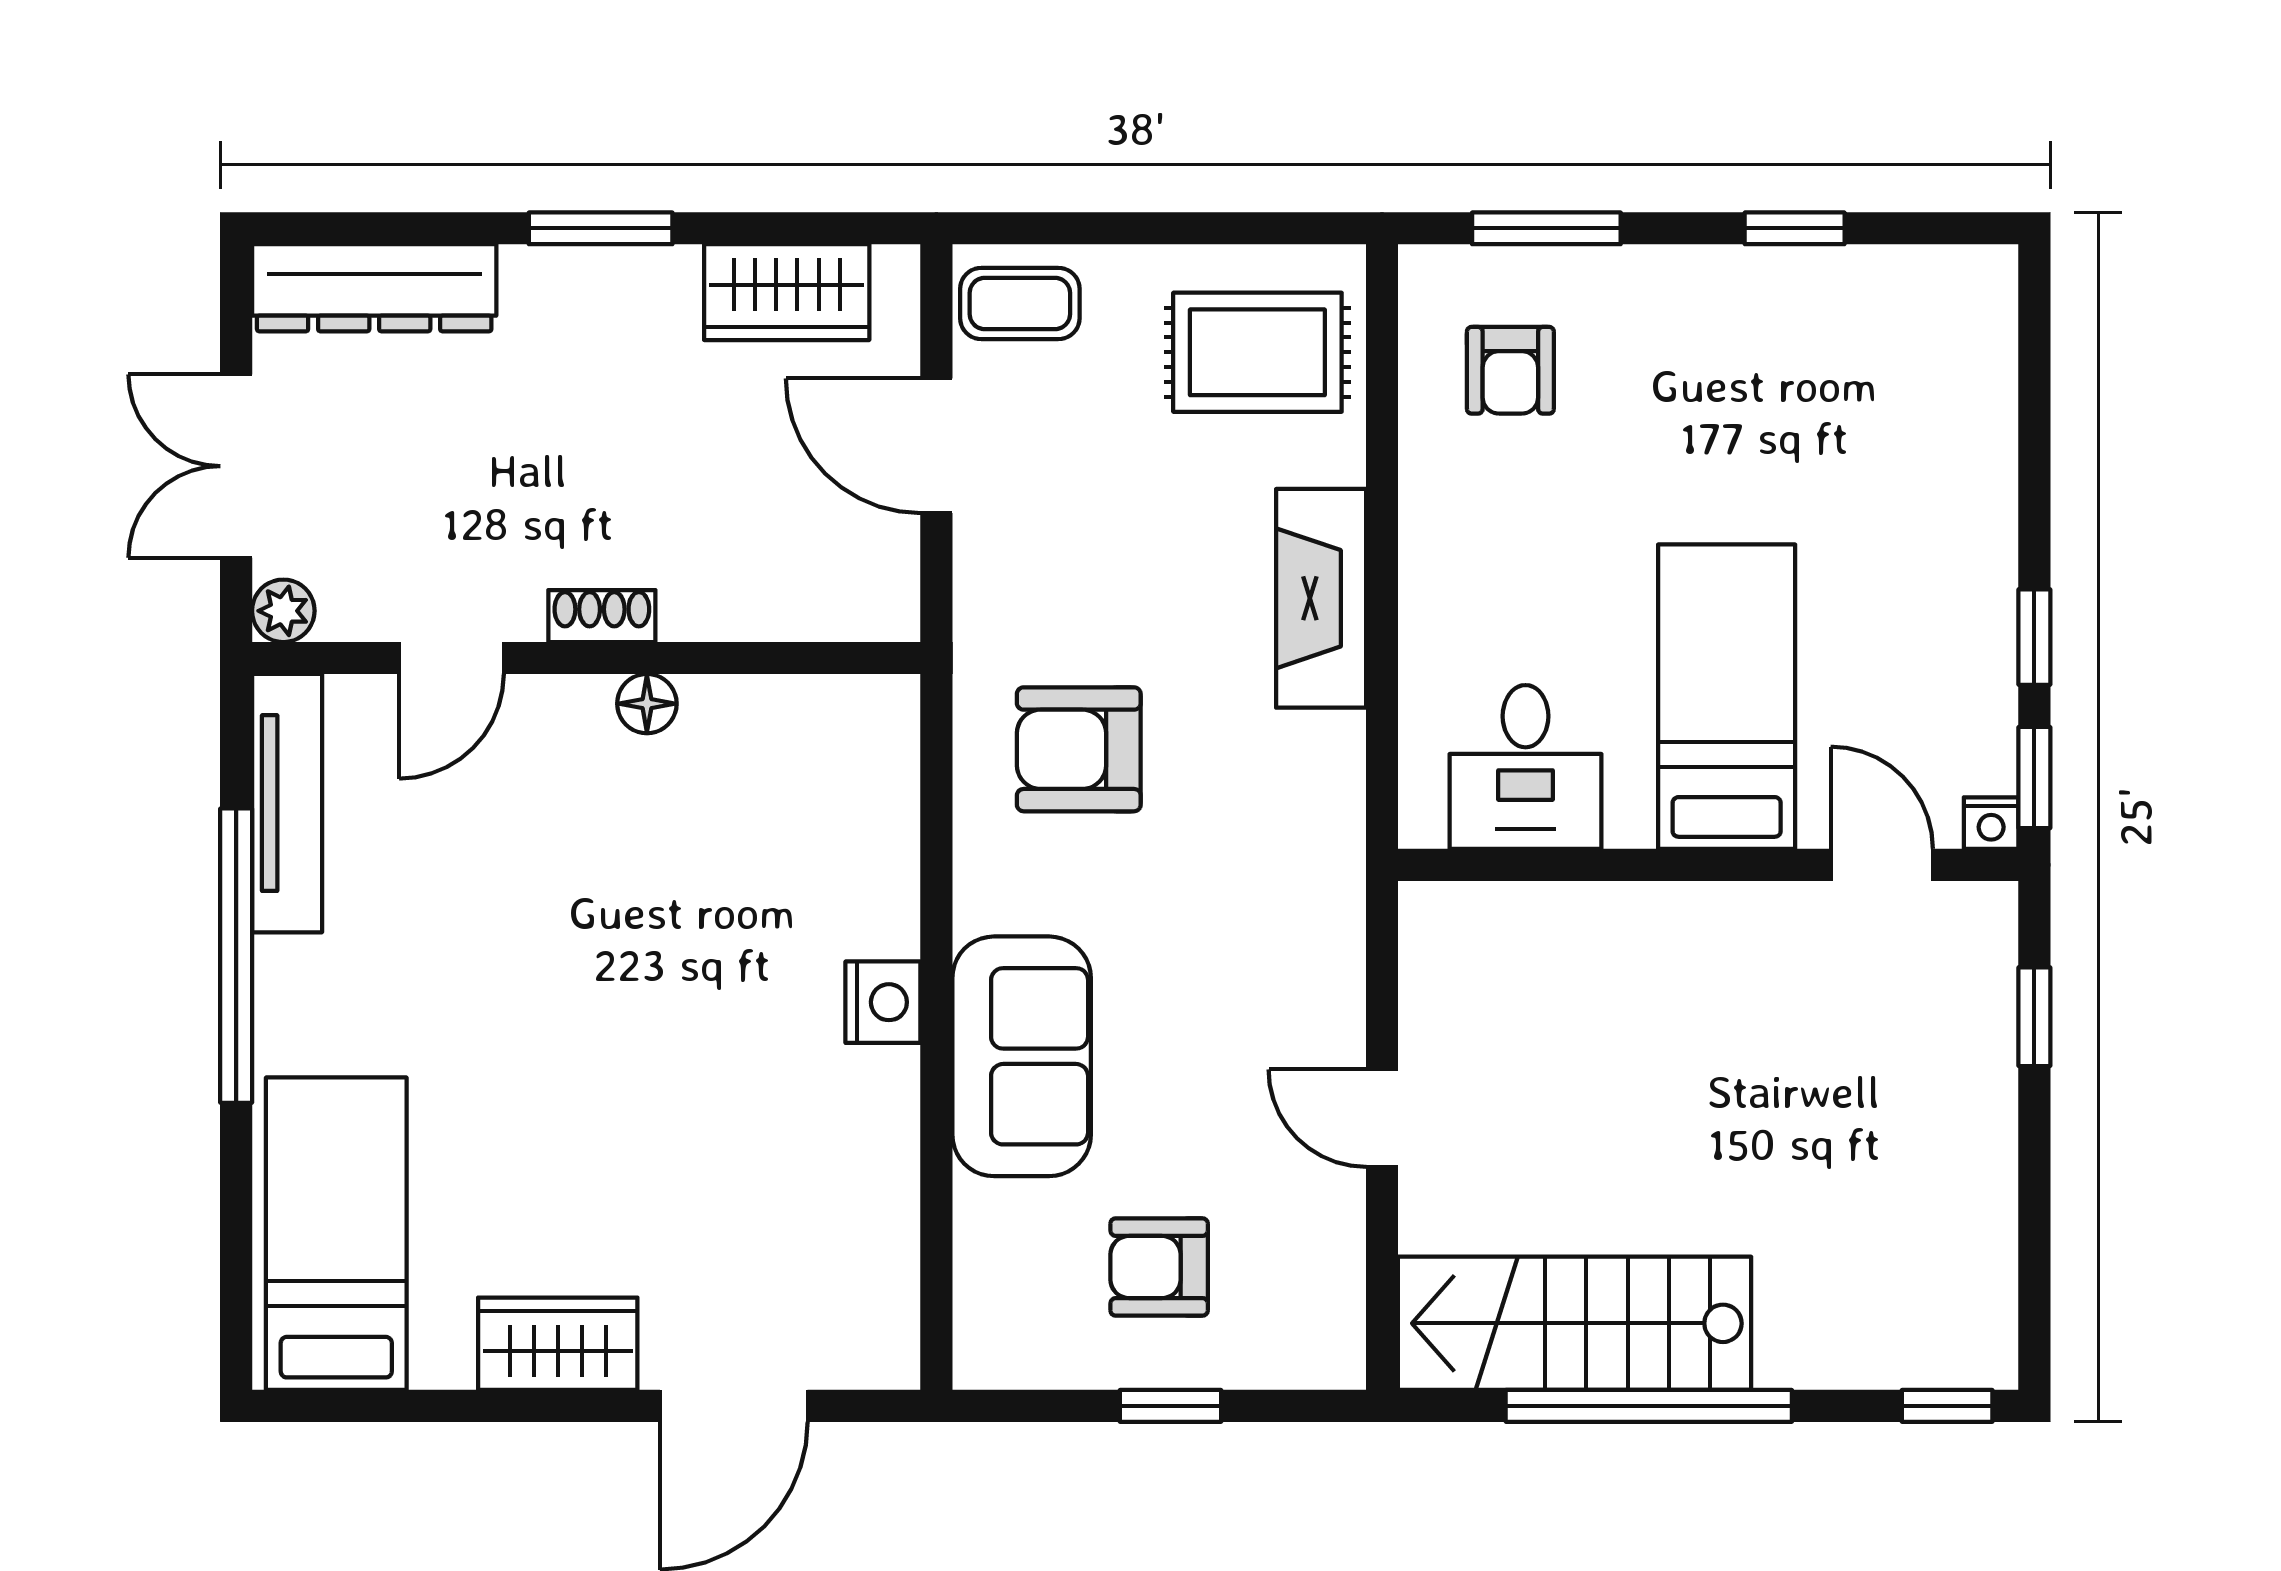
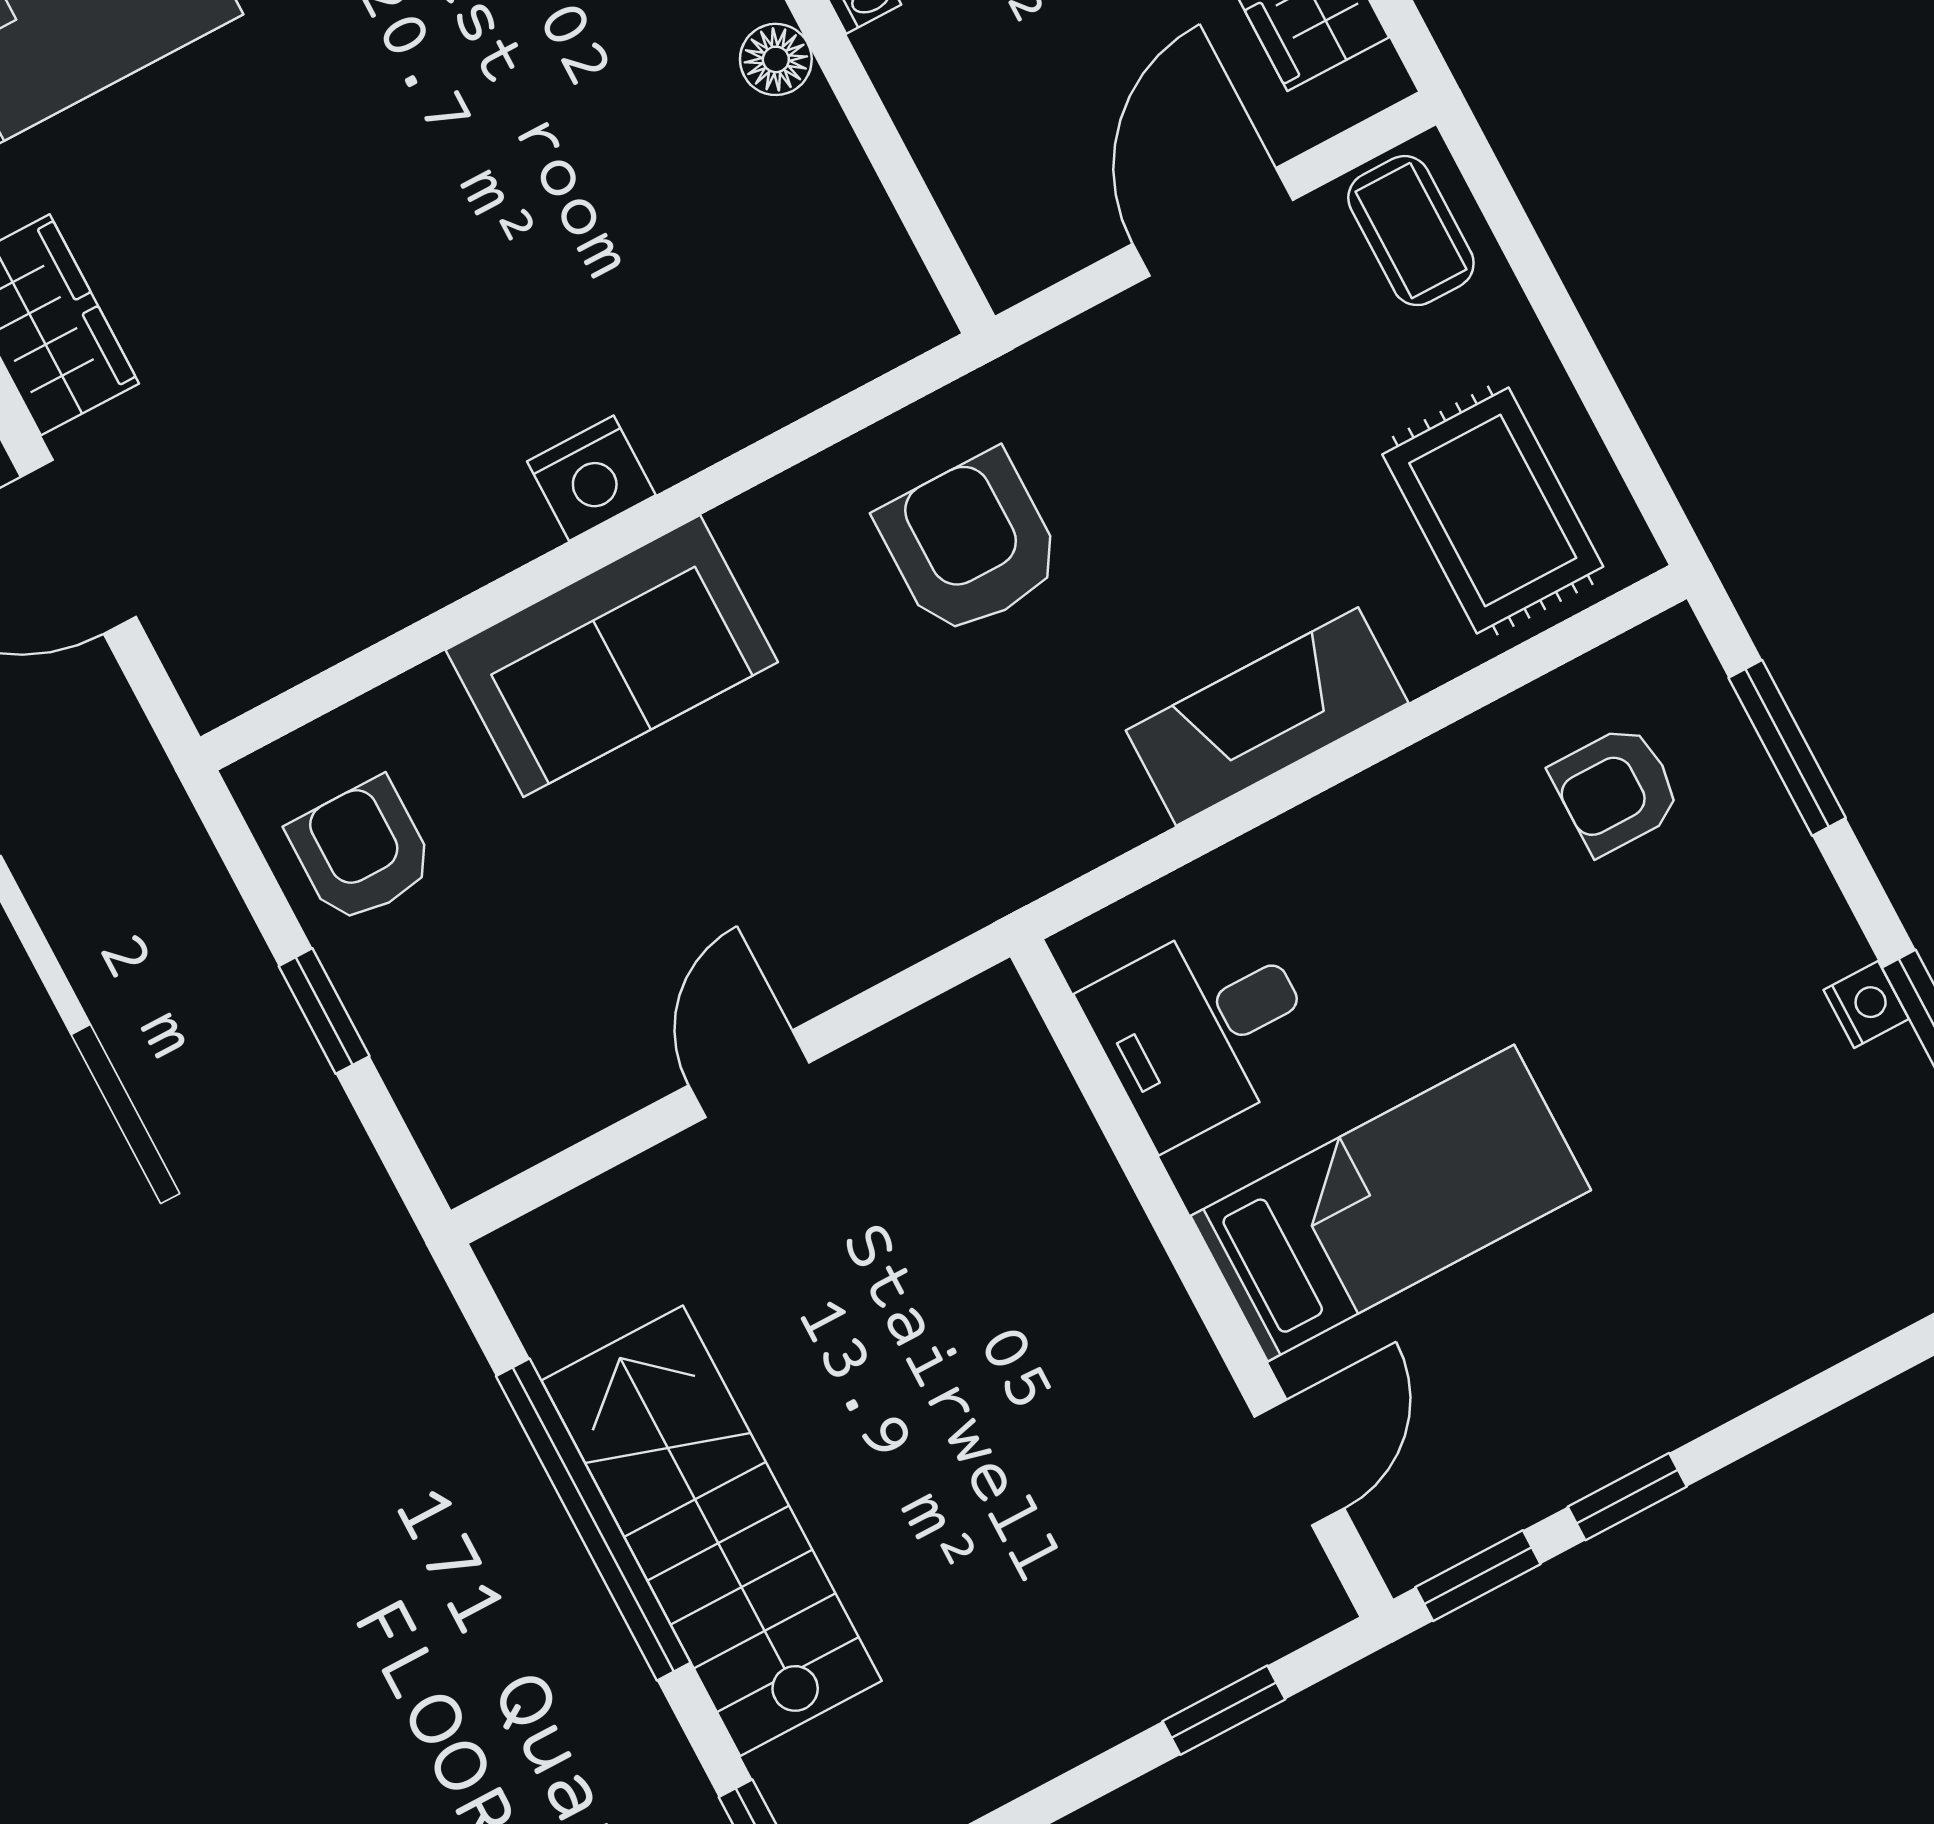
nightstand: (1991, 823) -> (1866, 1004), moved, turned 180
armchair: (1159, 1267) -> (361, 851), moved
stairs: (1575, 1323) -> (712, 1531), moved

